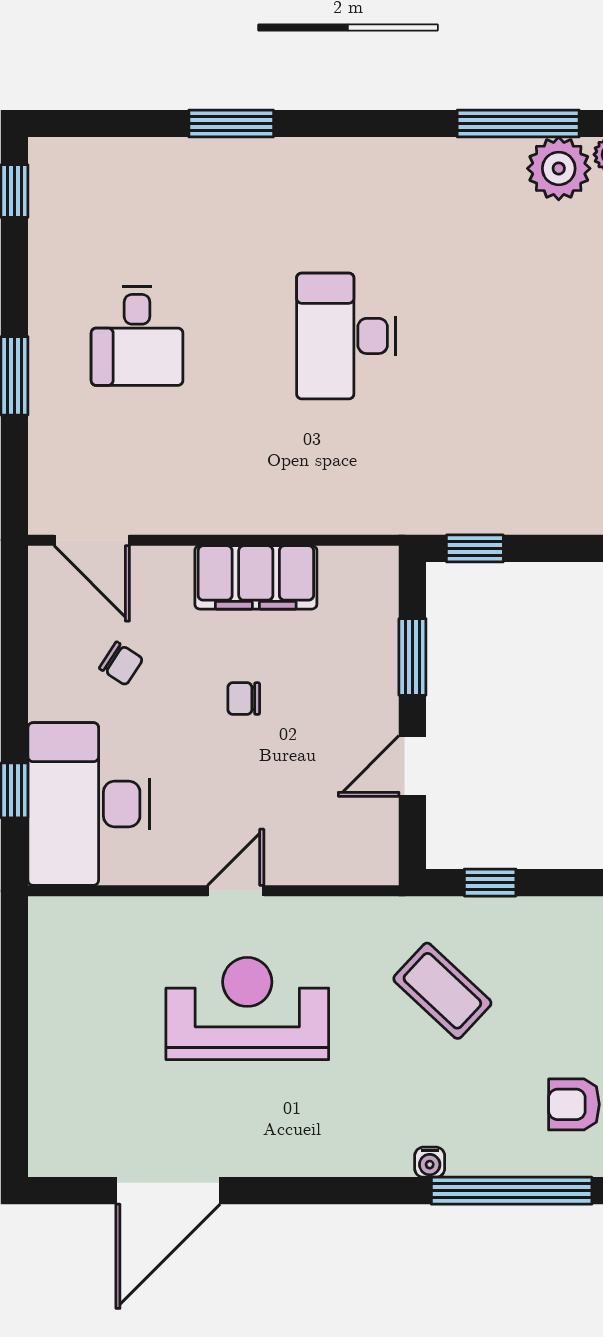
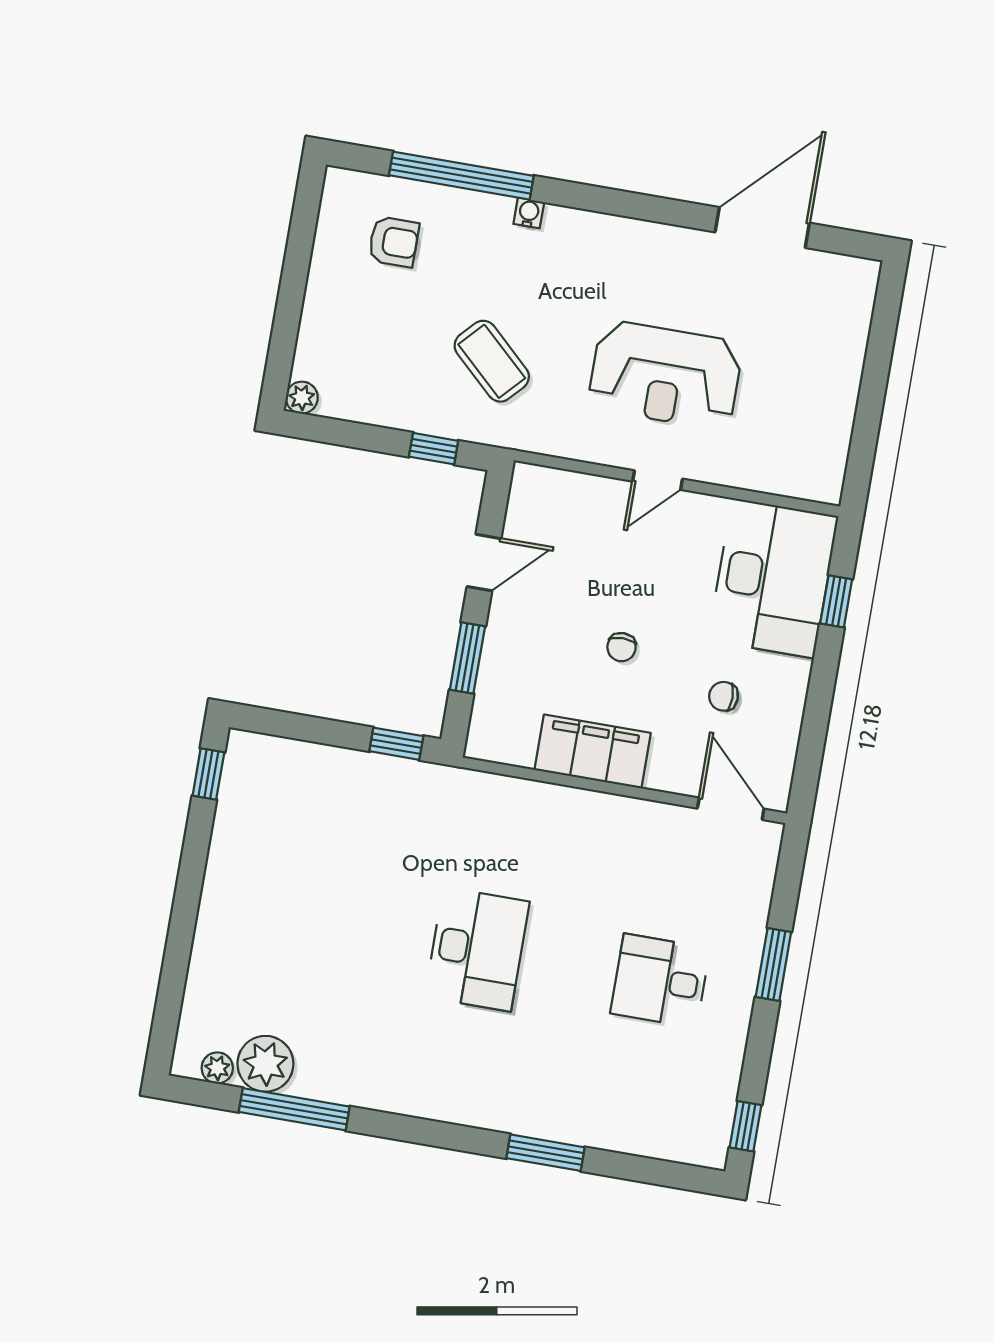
desk: (137, 336) -> (660, 981), turned -90
chair: (121, 664) -> (724, 696), turned -33
chair: (244, 699) -> (622, 647), turned 90

